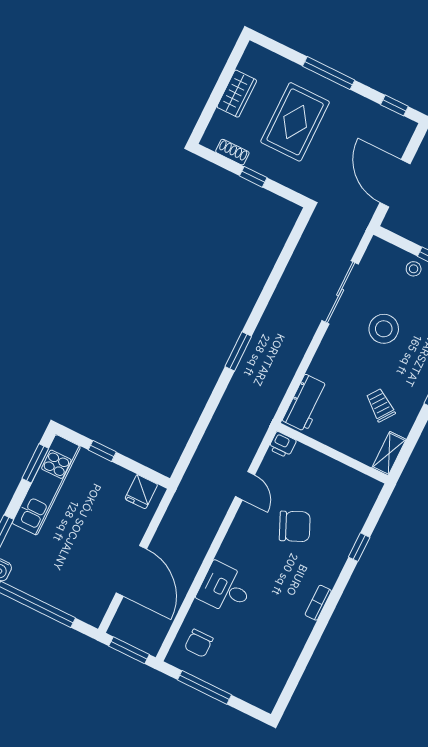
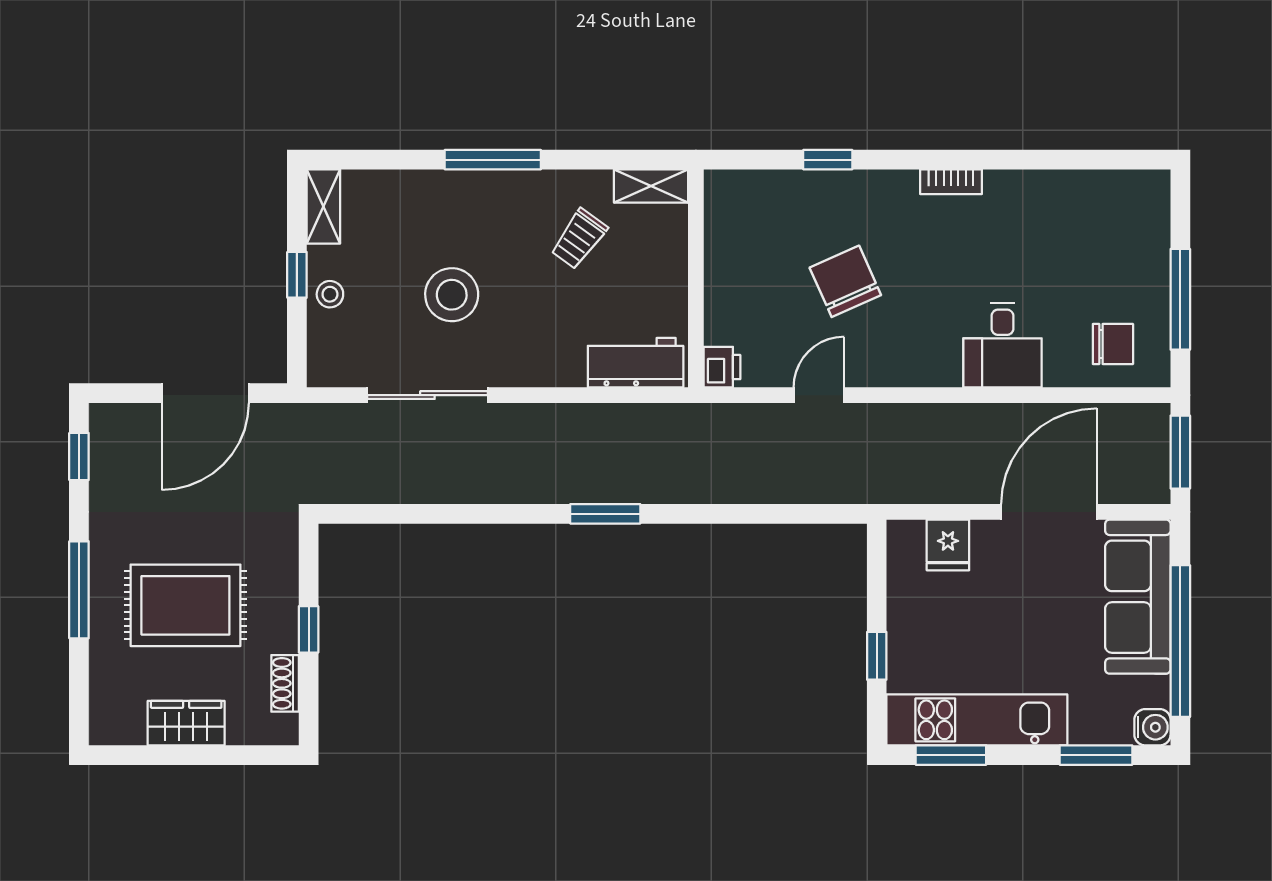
fridge: (141, 492) -> (948, 545), moved, turned 90
sofa: (68, 594) -> (1138, 597), added

